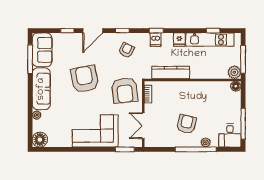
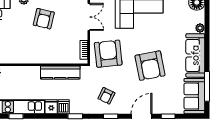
dishwasher: (156, 40) -> (64, 107), moved

